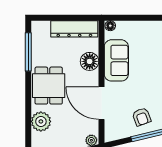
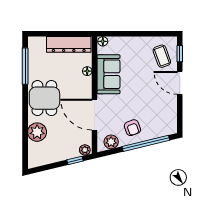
floor lamp: (90, 61) -> (87, 71), width x0.53, depth x0.53
plant: (119, 132) -> (111, 142), added

